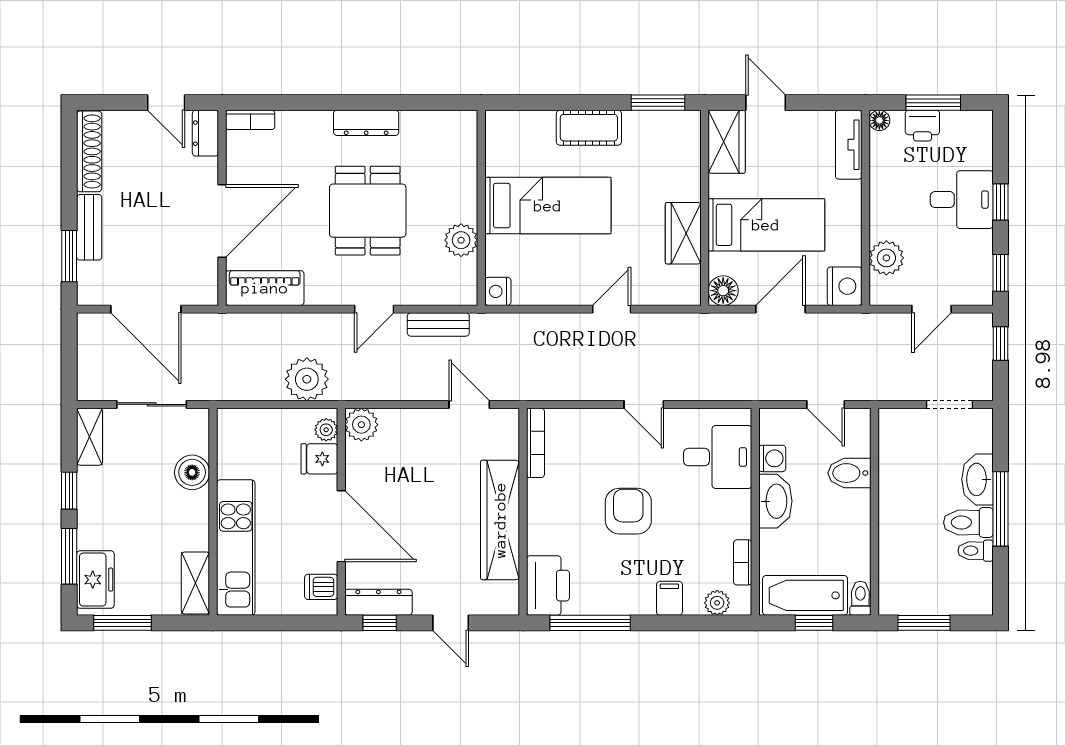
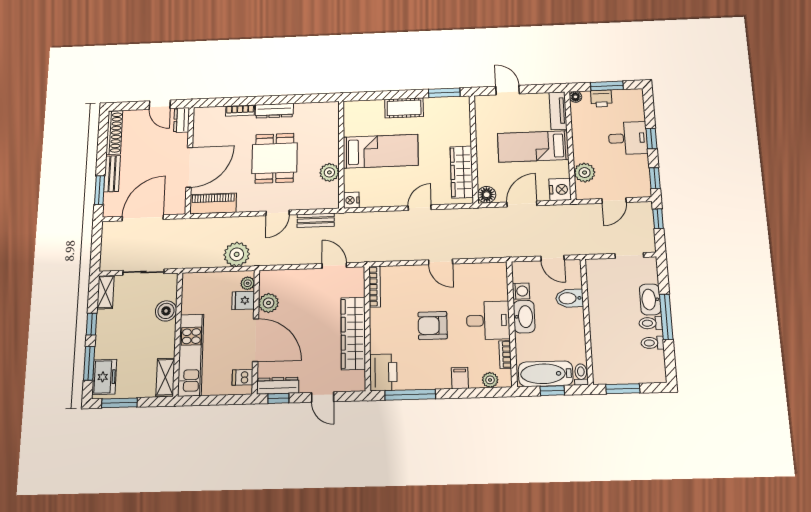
bookcase: (250, 120) -> (240, 111), moved
wardrobe: (727, 142) -> (485, 112), removed
bed: (766, 225) -> (533, 147), moved, turned 180
wardrobe: (683, 233) -> (462, 172), width x1.50
door: (146, 309) -> (143, 218), swing flipped
plant: (361, 425) -> (269, 303), moved
desk: (718, 457) -> (488, 320), moved
armchair: (628, 511) -> (433, 325), turned -90
toilet: (968, 522) -> (651, 323), width x0.73, depth x0.72

